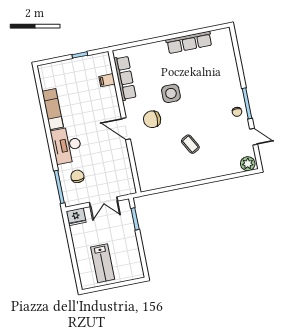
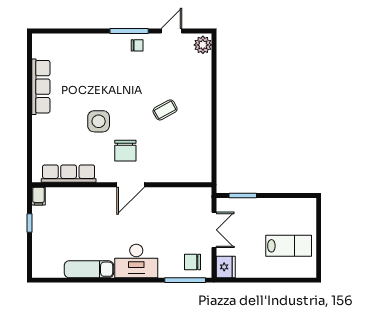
filing cabinet: (107, 80) -> (39, 196), moved
chair: (77, 176) -> (193, 262), moved

